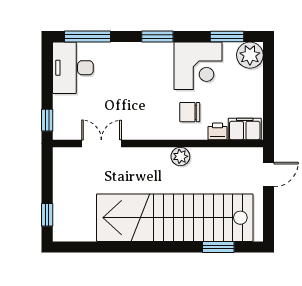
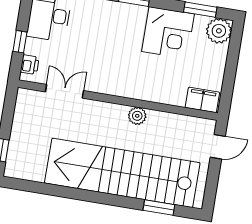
chair: (190, 112) -> (153, 75), removed
window: (47, 120) -> (20, 42), moved
printer: (217, 131) -> (30, 65), moved, turned 90

